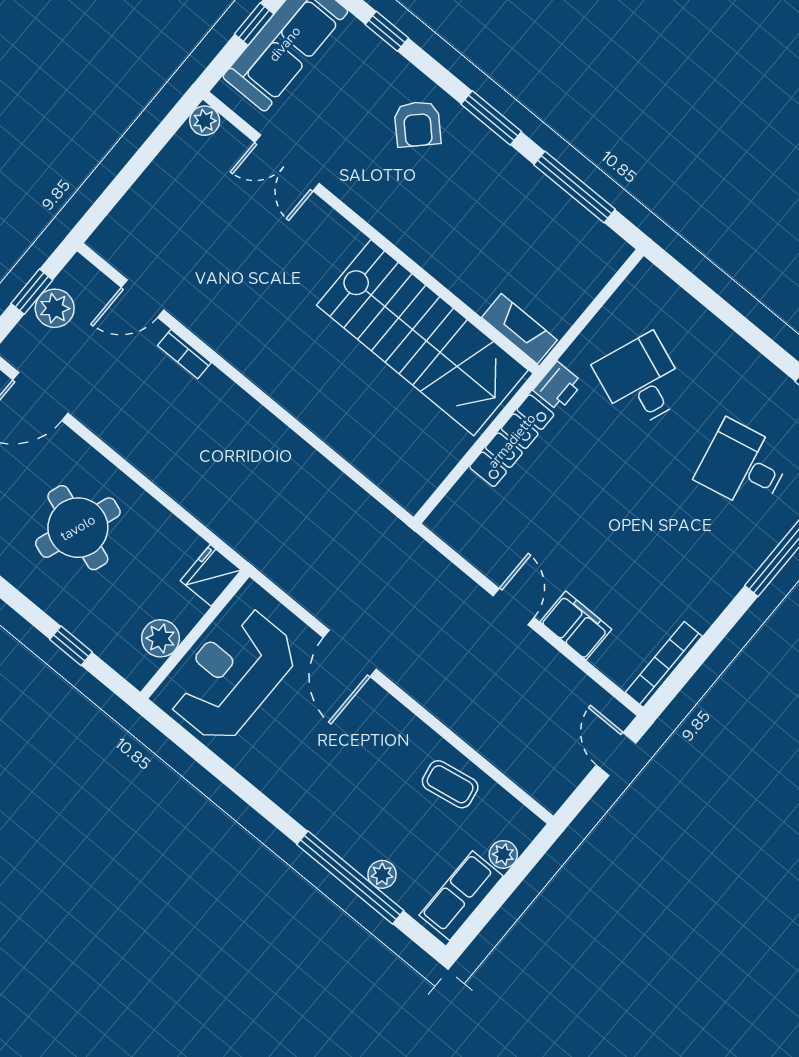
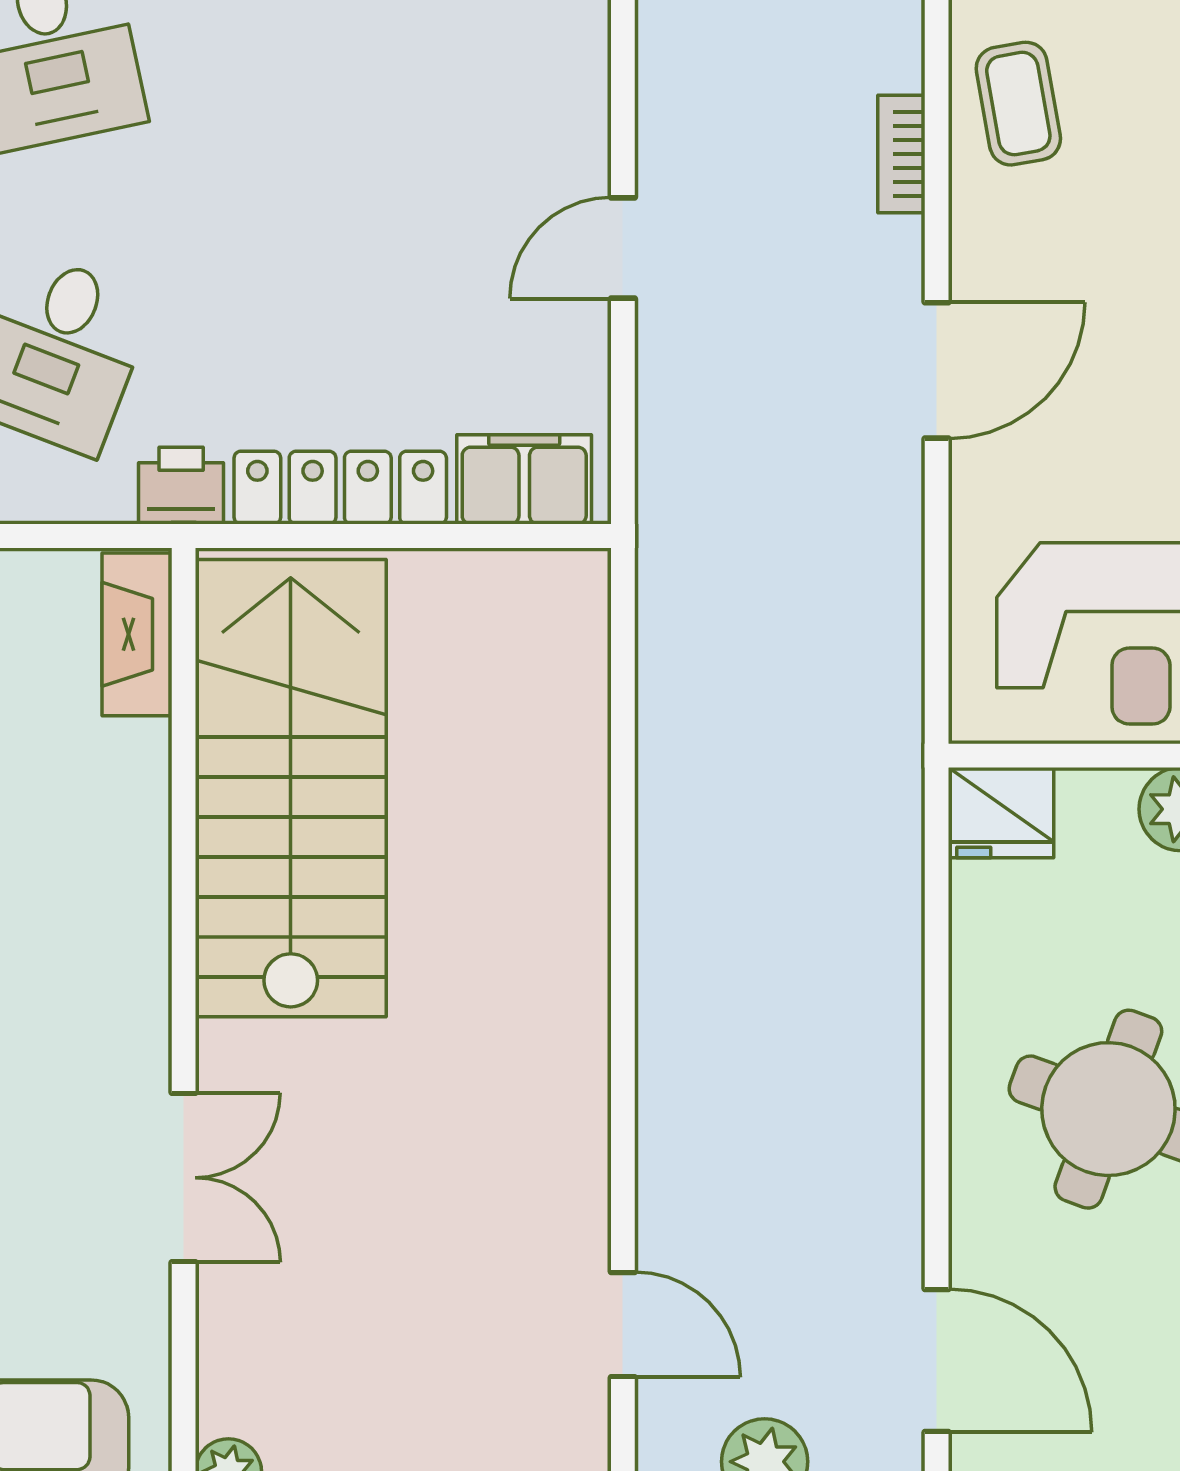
double door: (287, 163) -> (184, 1178), moved
bookcase: (184, 354) -> (901, 154), moved, turned 180
filing cabinet: (576, 626) -> (524, 479), moved, turned 90
door: (350, 653) -> (937, 370), moved

